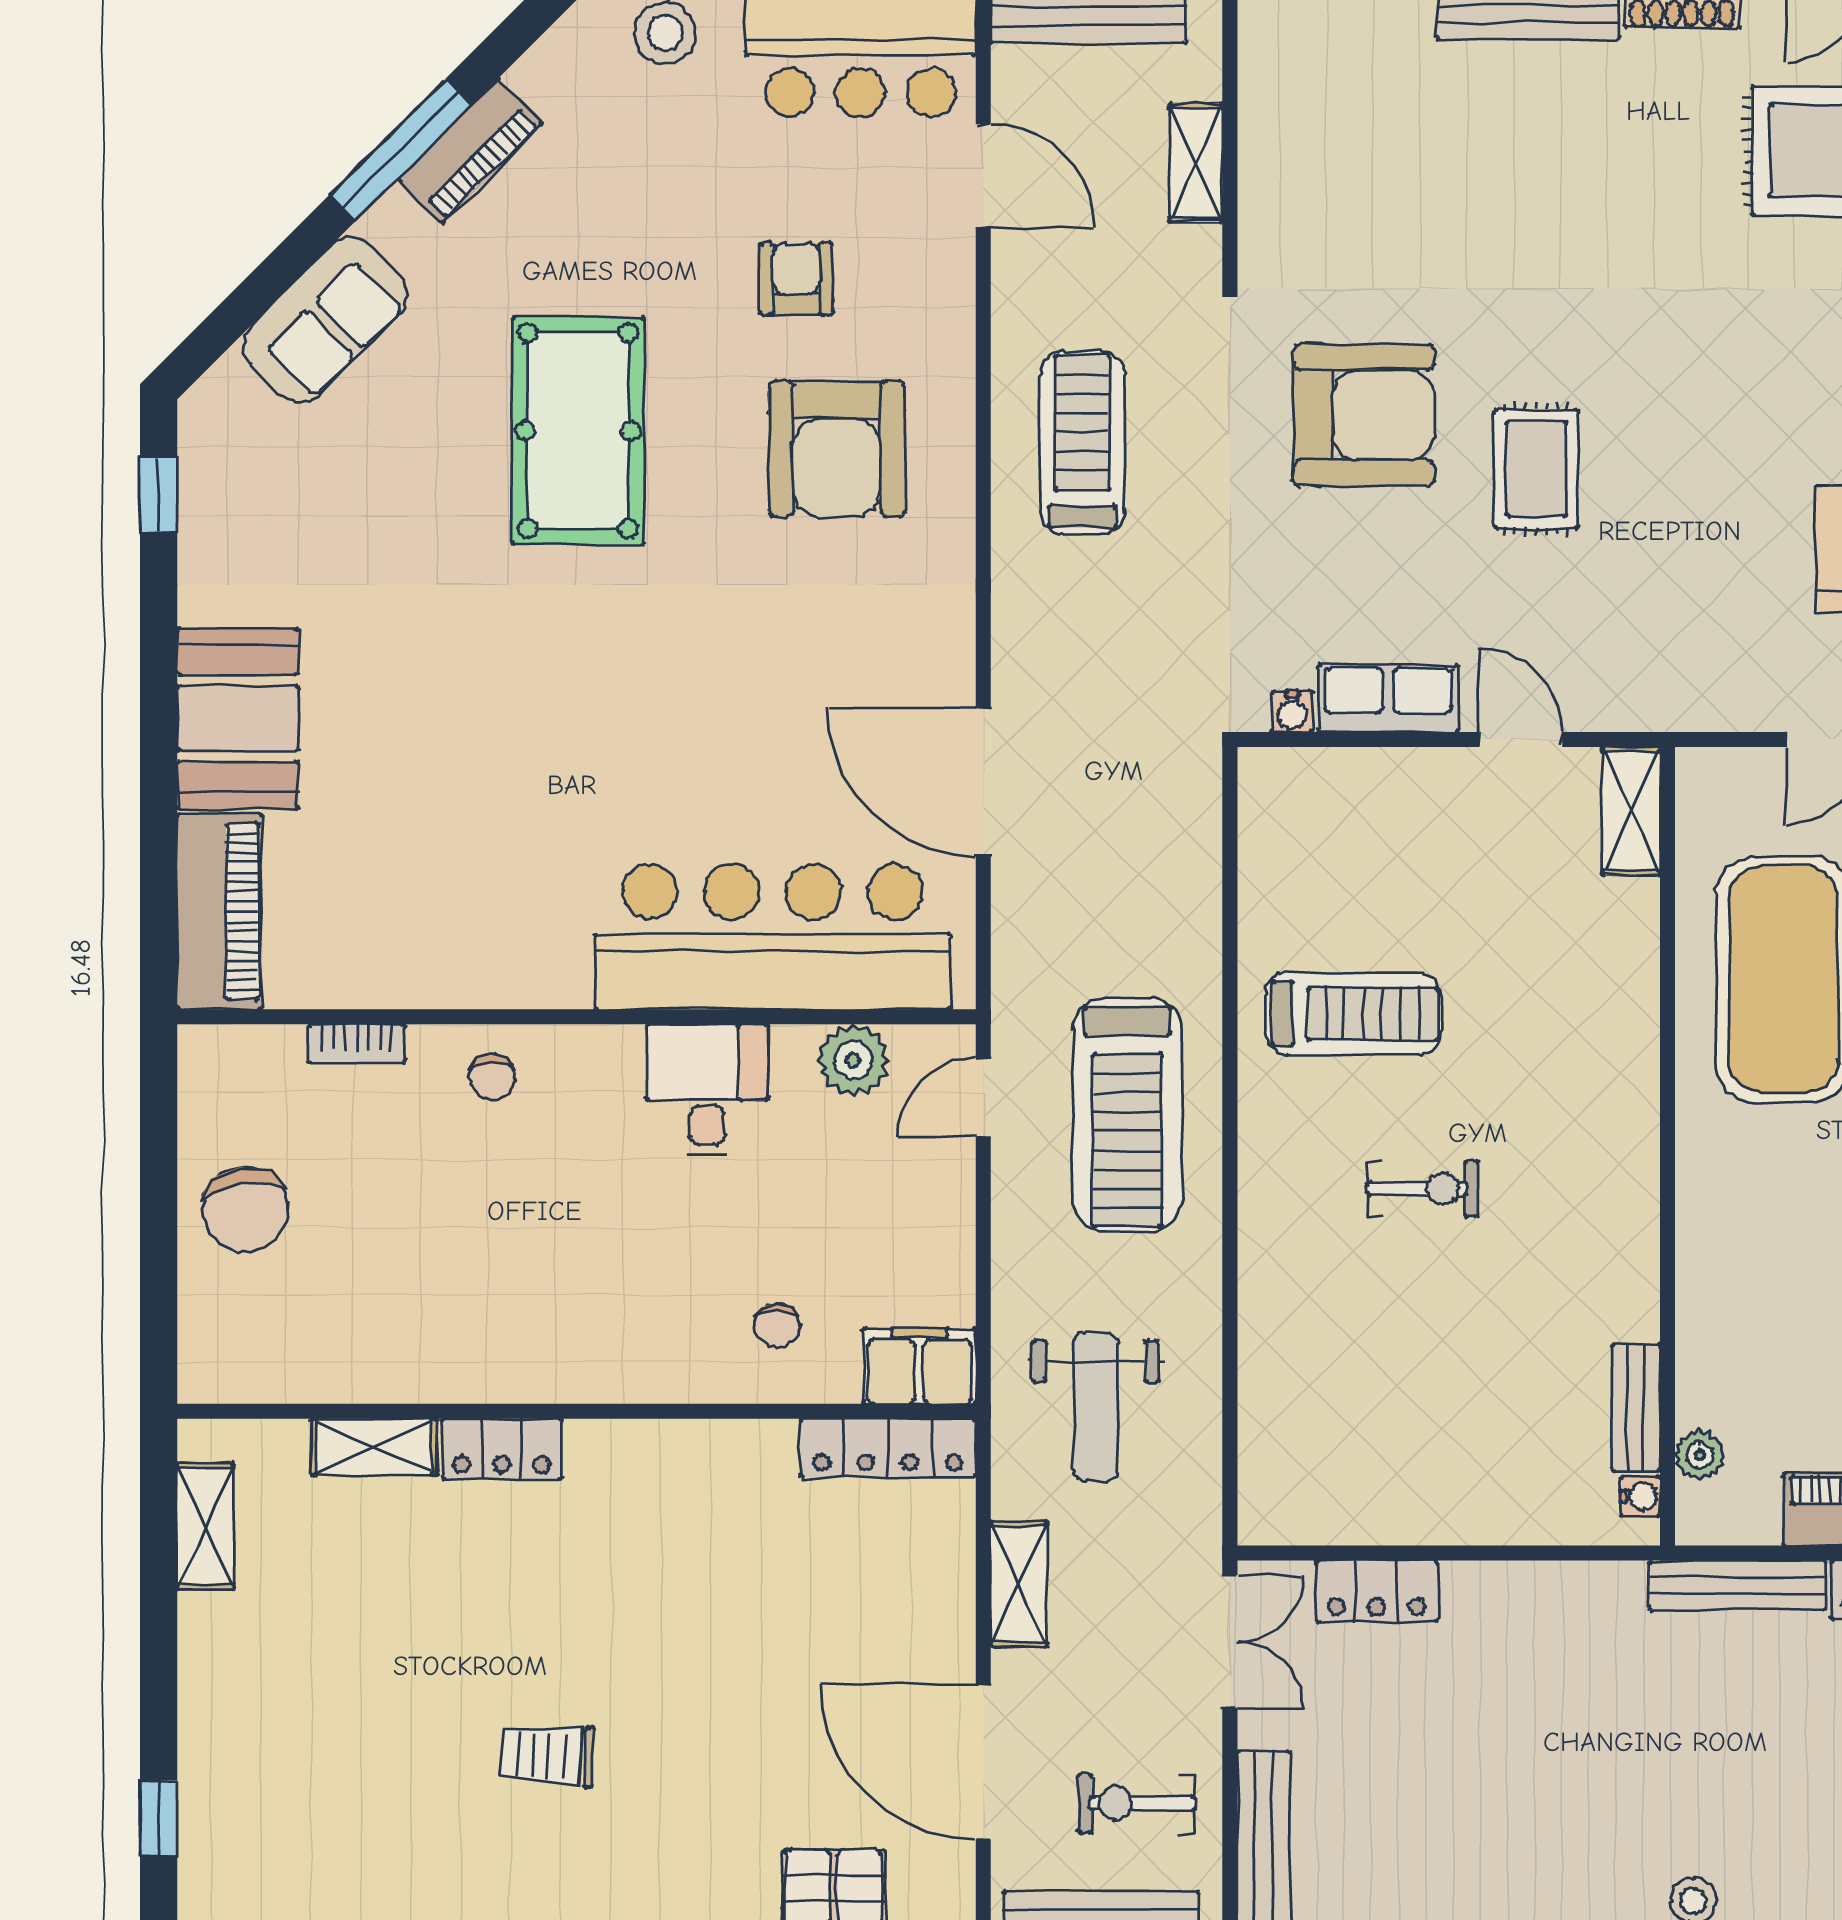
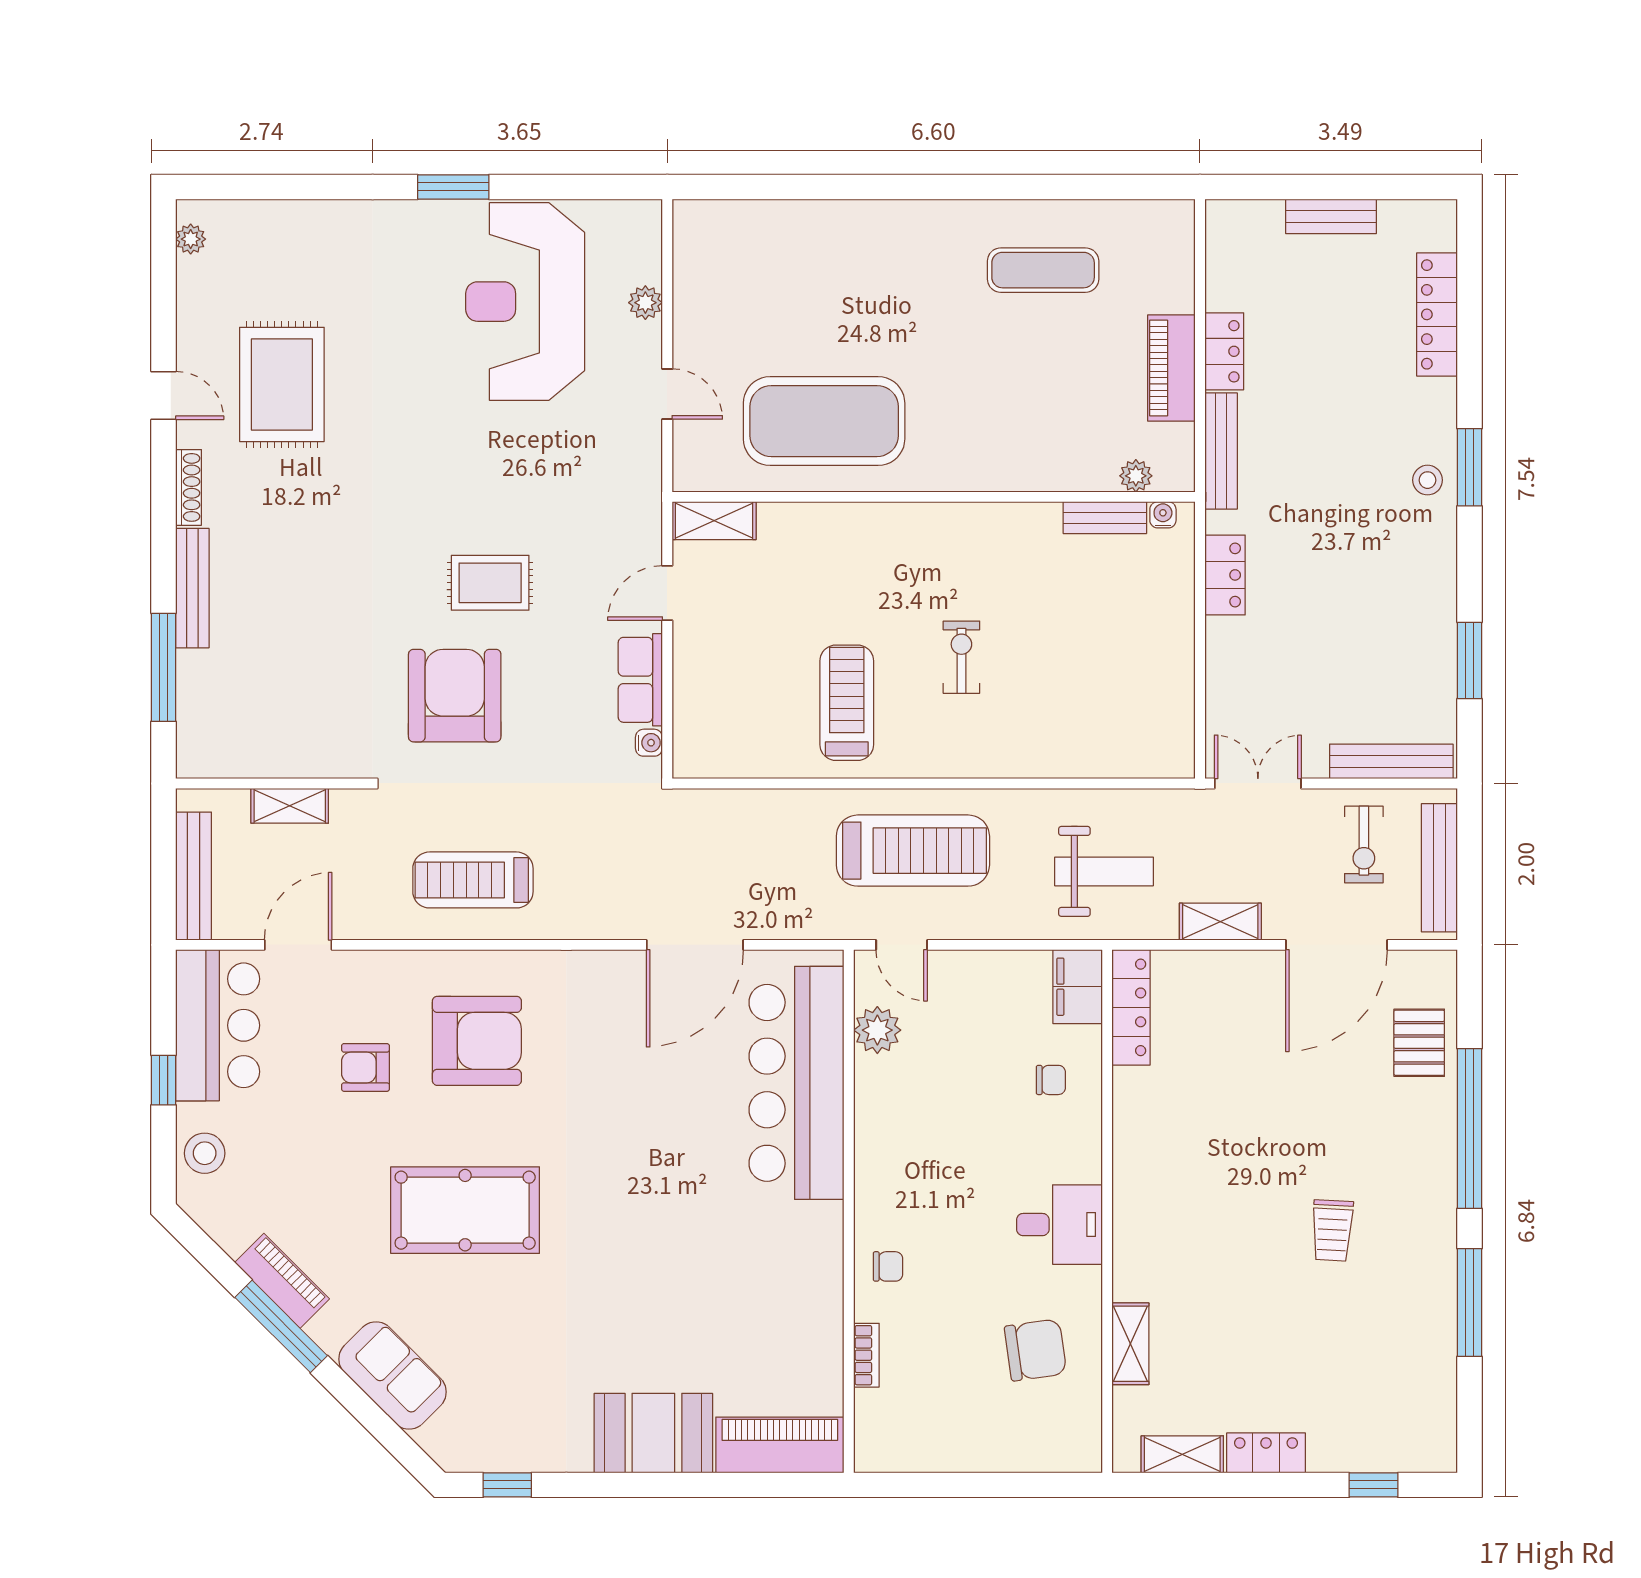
desk: (707, 1090) -> (1059, 1225), moved, turned 180
chair: (245, 1210) -> (1035, 1350), moved
locker: (502, 1449) -> (1266, 1453), moved, turned -90
locker: (1377, 1591) -> (1225, 575), moved

